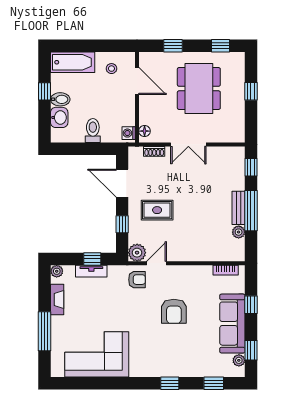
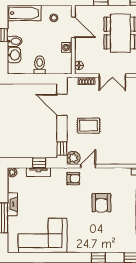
washing machine: (129, 133) -> (67, 47), moved
window: (122, 224) -> (62, 149), moved
fireplace: (57, 299) -> (12, 204), moved

